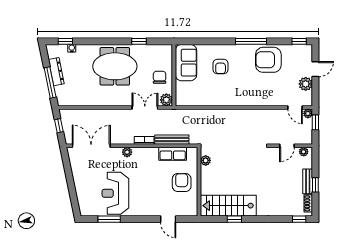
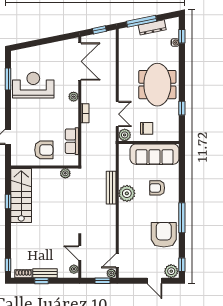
sofa: (186, 63) -> (155, 154), width x1.36
plant: (306, 84) -> (171, 271), moved
plant: (226, 98) -> (127, 193), added
bench: (172, 140) -> (111, 188), moved

